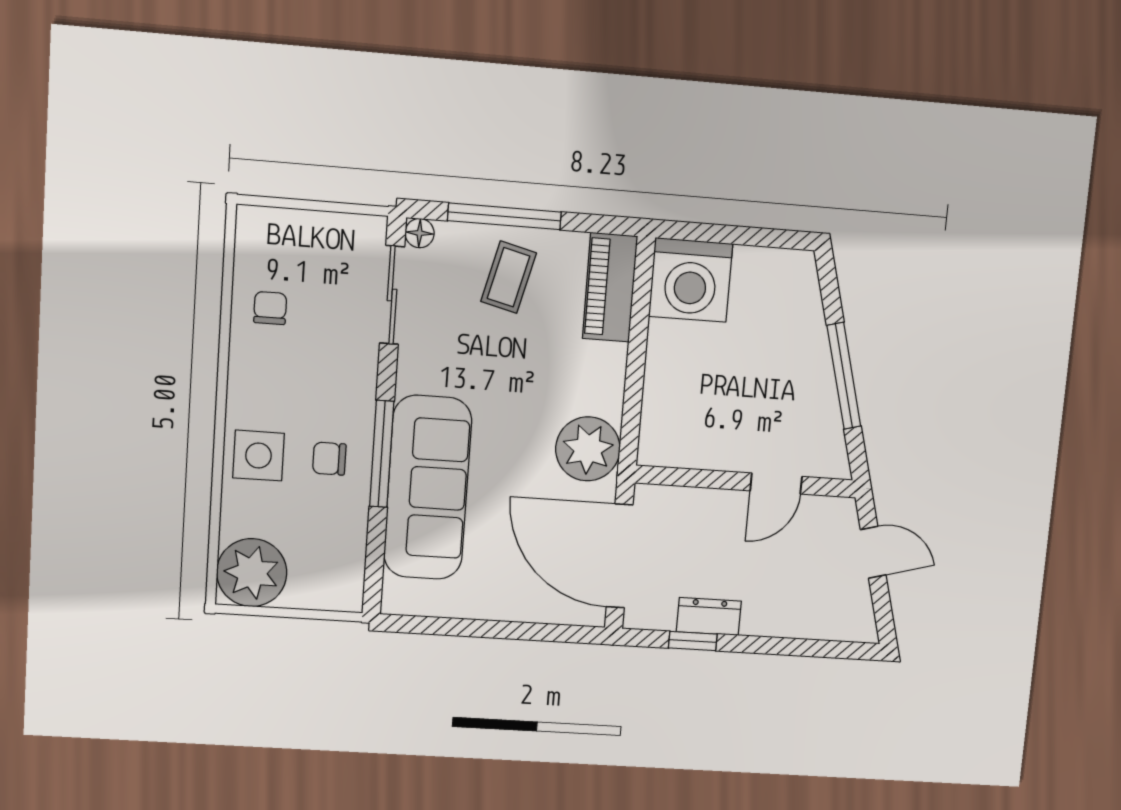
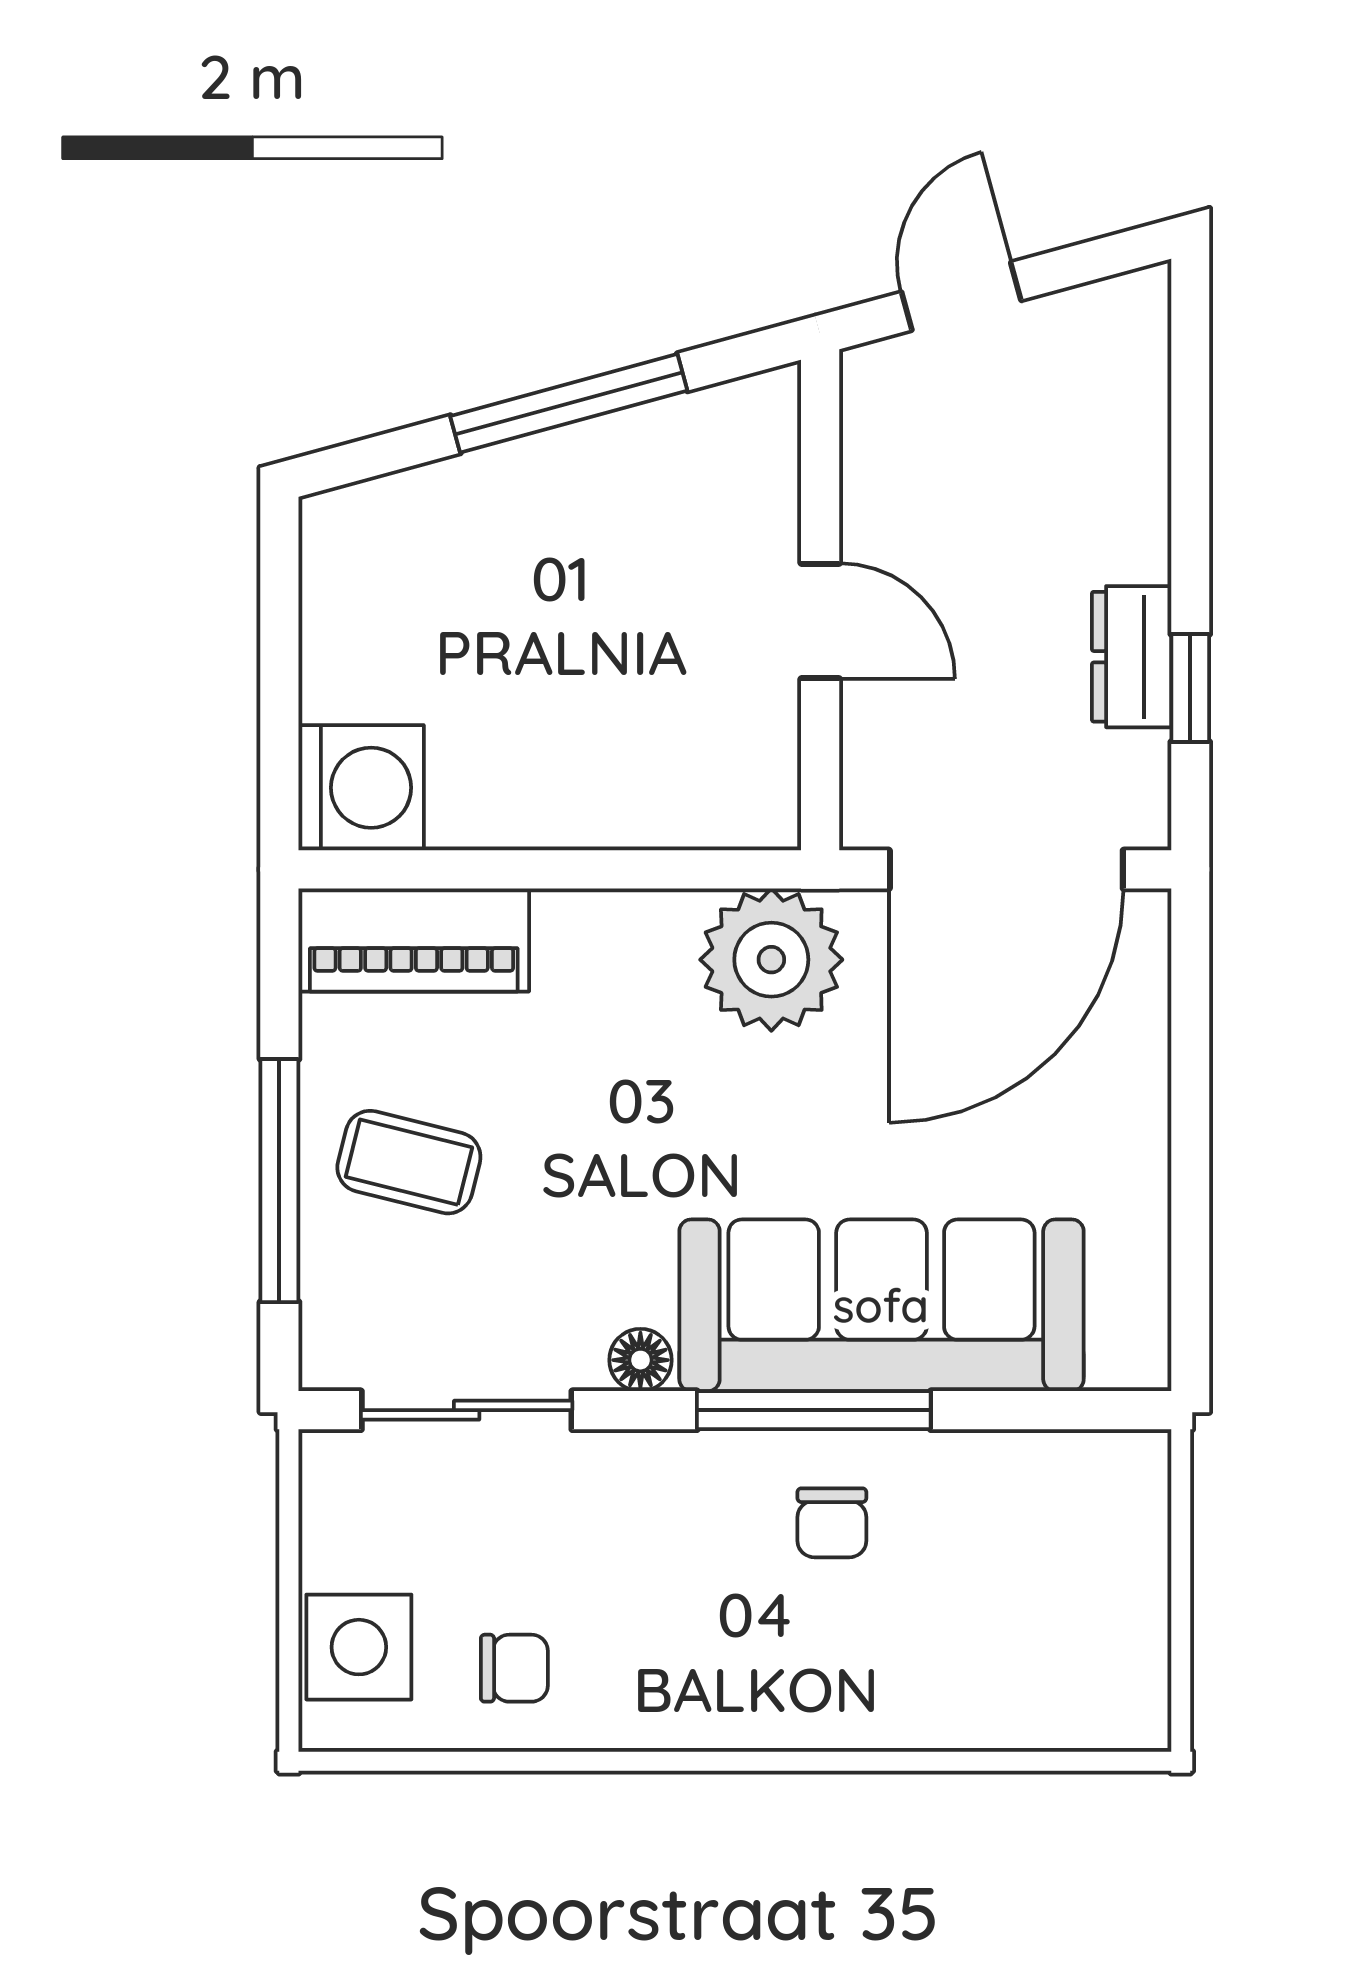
floor lamp: (420, 233) -> (640, 1360), moved
washing machine: (691, 280) -> (361, 788), width x0.73, depth x0.73
chair: (270, 308) -> (514, 1668), turned 180
side table: (258, 456) -> (359, 1647), moved
door: (776, 484) -> (820, 621), moved
plant: (252, 573) -> (1095, 1676), removed

